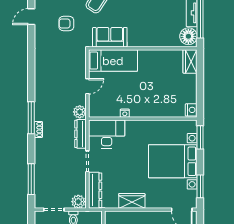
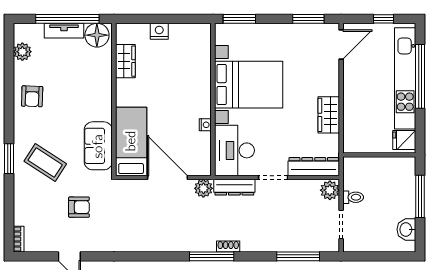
armchair: (66, 23) -> (79, 207), turned -90
wardrobe: (190, 61) -> (125, 61), moved, turned -90
door: (87, 86) -> (167, 178), width x1.87
nightstand: (191, 110) -> (159, 31), moved
bed with nightstands: (173, 161) -> (249, 85), moved, turned -90

